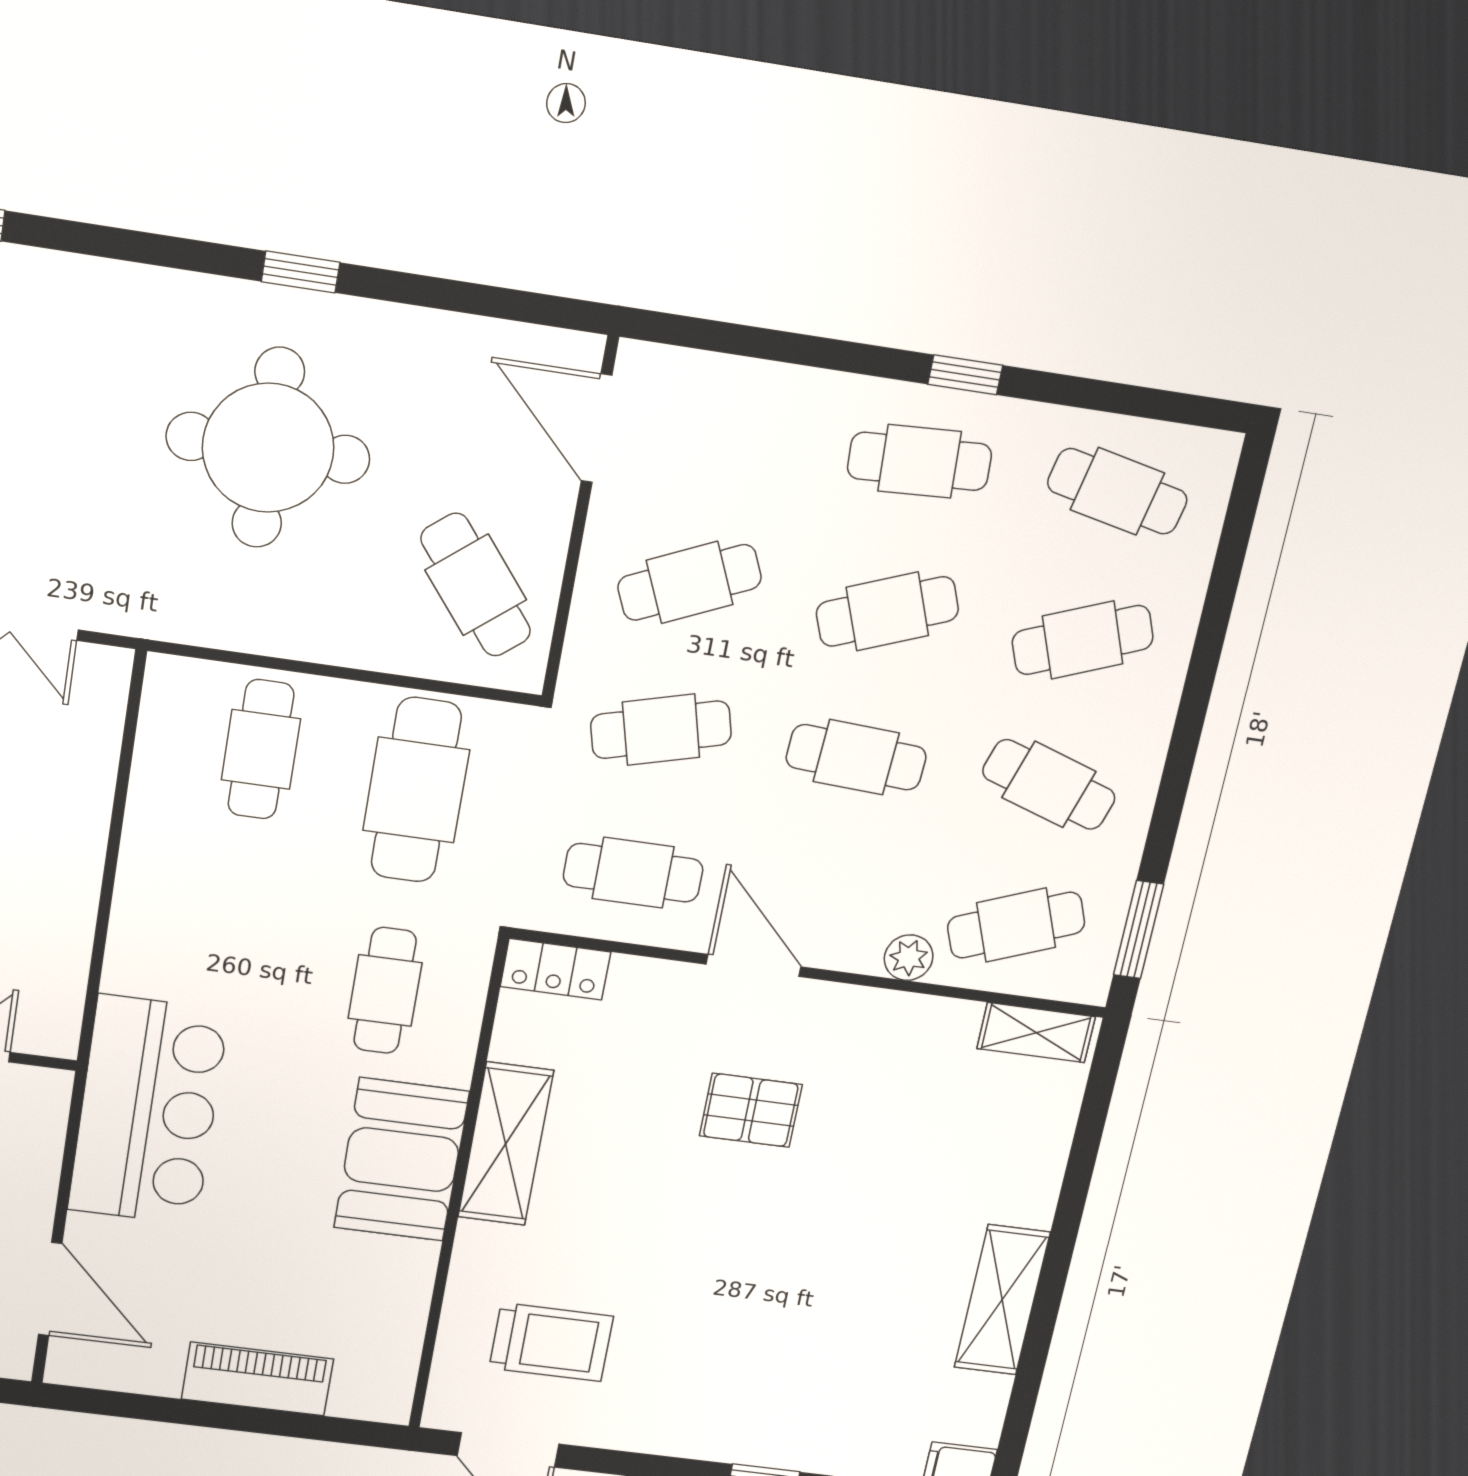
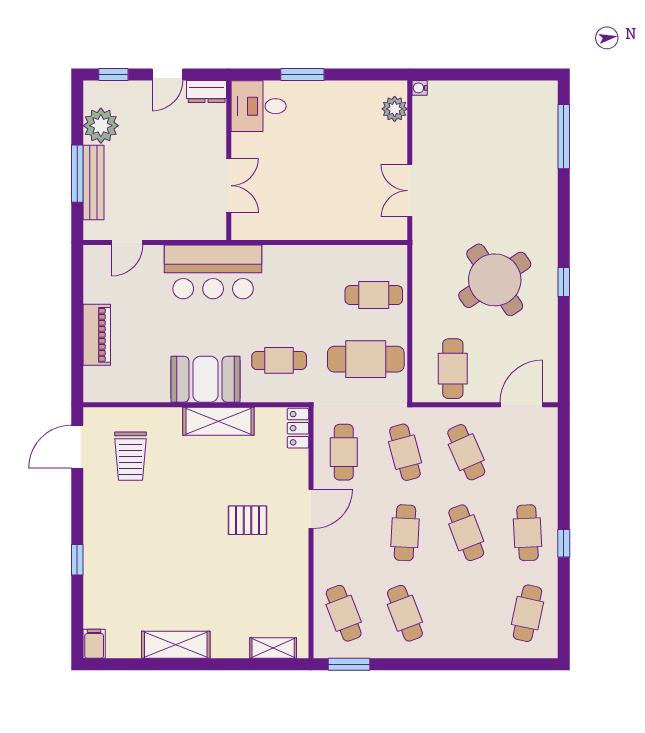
round table: (268, 448) -> (495, 280), turned -34
cafe table: (476, 585) -> (453, 369), turned -51
cafe table: (1083, 640) -> (466, 613), removed
cafe table: (1049, 785) -> (405, 613), turned -39
plant: (909, 958) -> (323, 572), removed
shelving: (1036, 1033) -> (273, 648), moved, turned 90
pallet: (751, 1110) -> (247, 520), turned 90
door: (50, 1289) -> (127, 243), width x0.73

